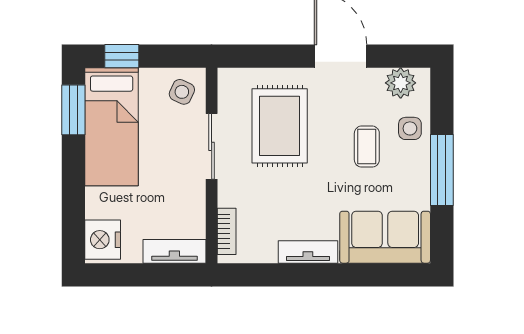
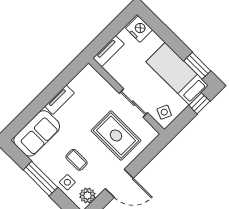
bookcase: (227, 231) -> (97, 77), removed

